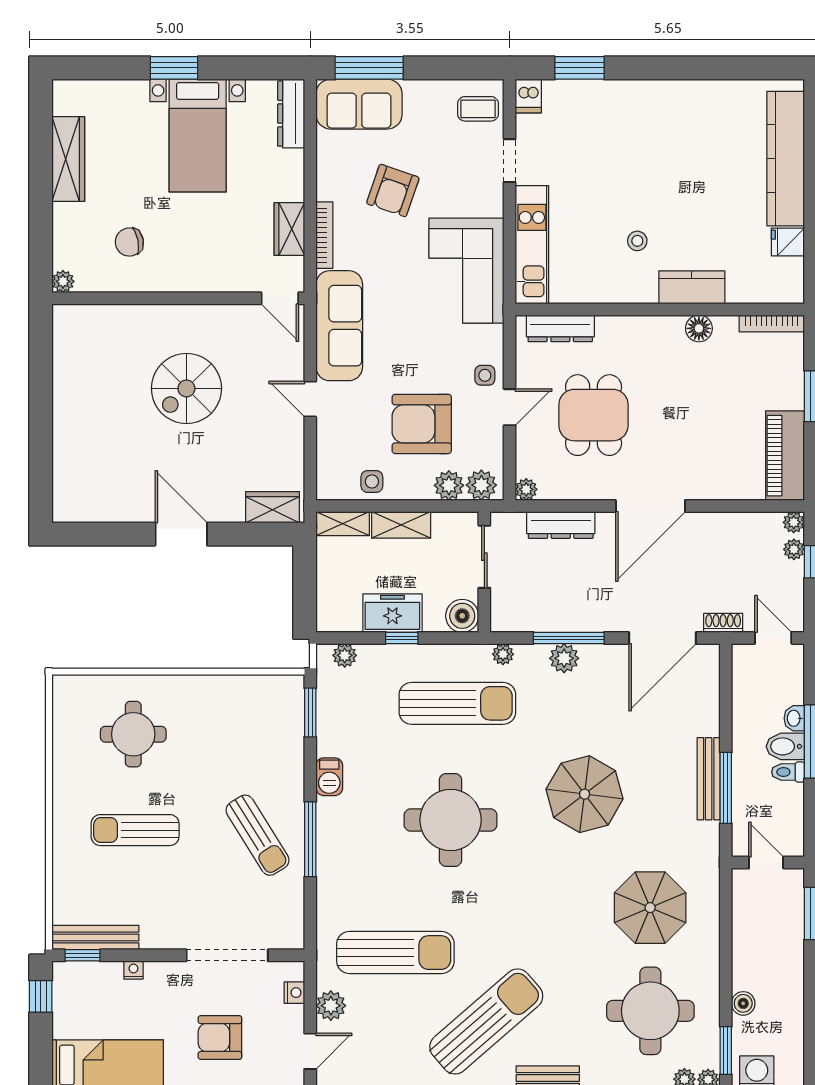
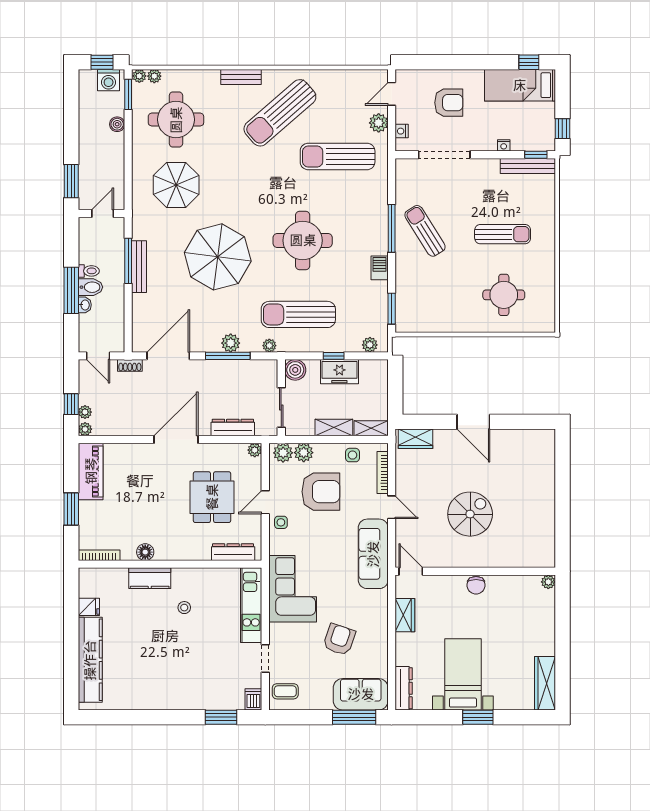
wardrobe: (68, 159) -> (545, 683), moved
bookcase: (324, 235) -> (383, 473), moved
chair: (129, 242) -> (476, 585), moved, turned 101
parasol: (585, 794) -> (218, 257), width x1.36, depth x1.36
door: (766, 863) -> (103, 213), swing flipped

